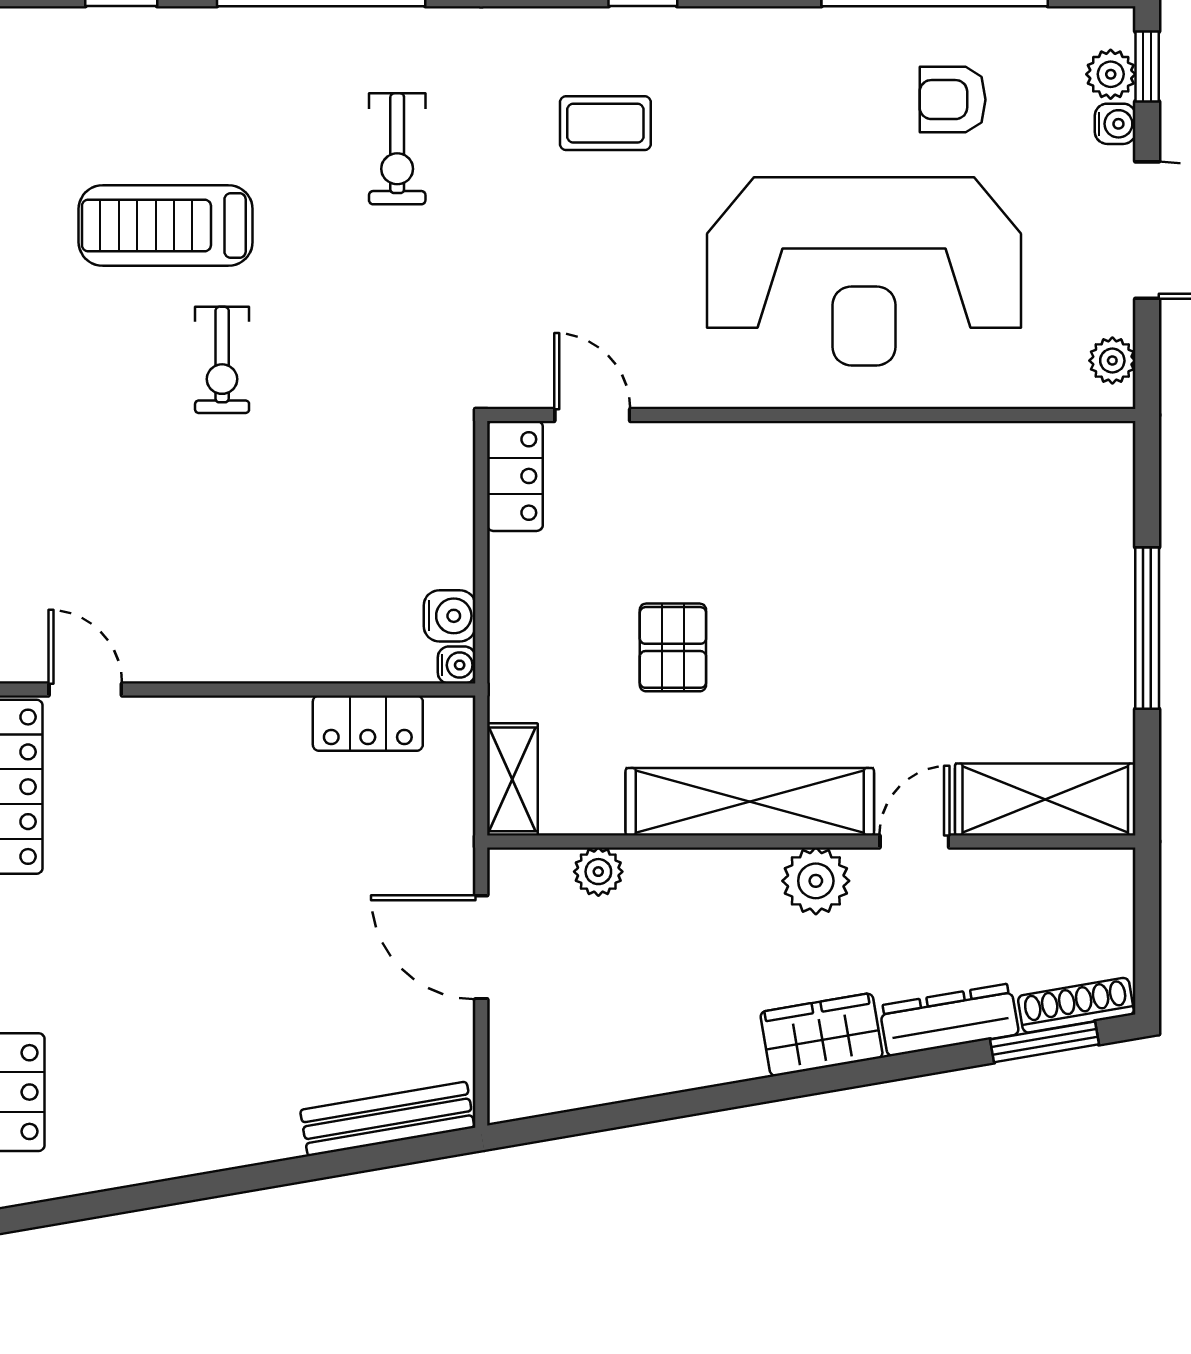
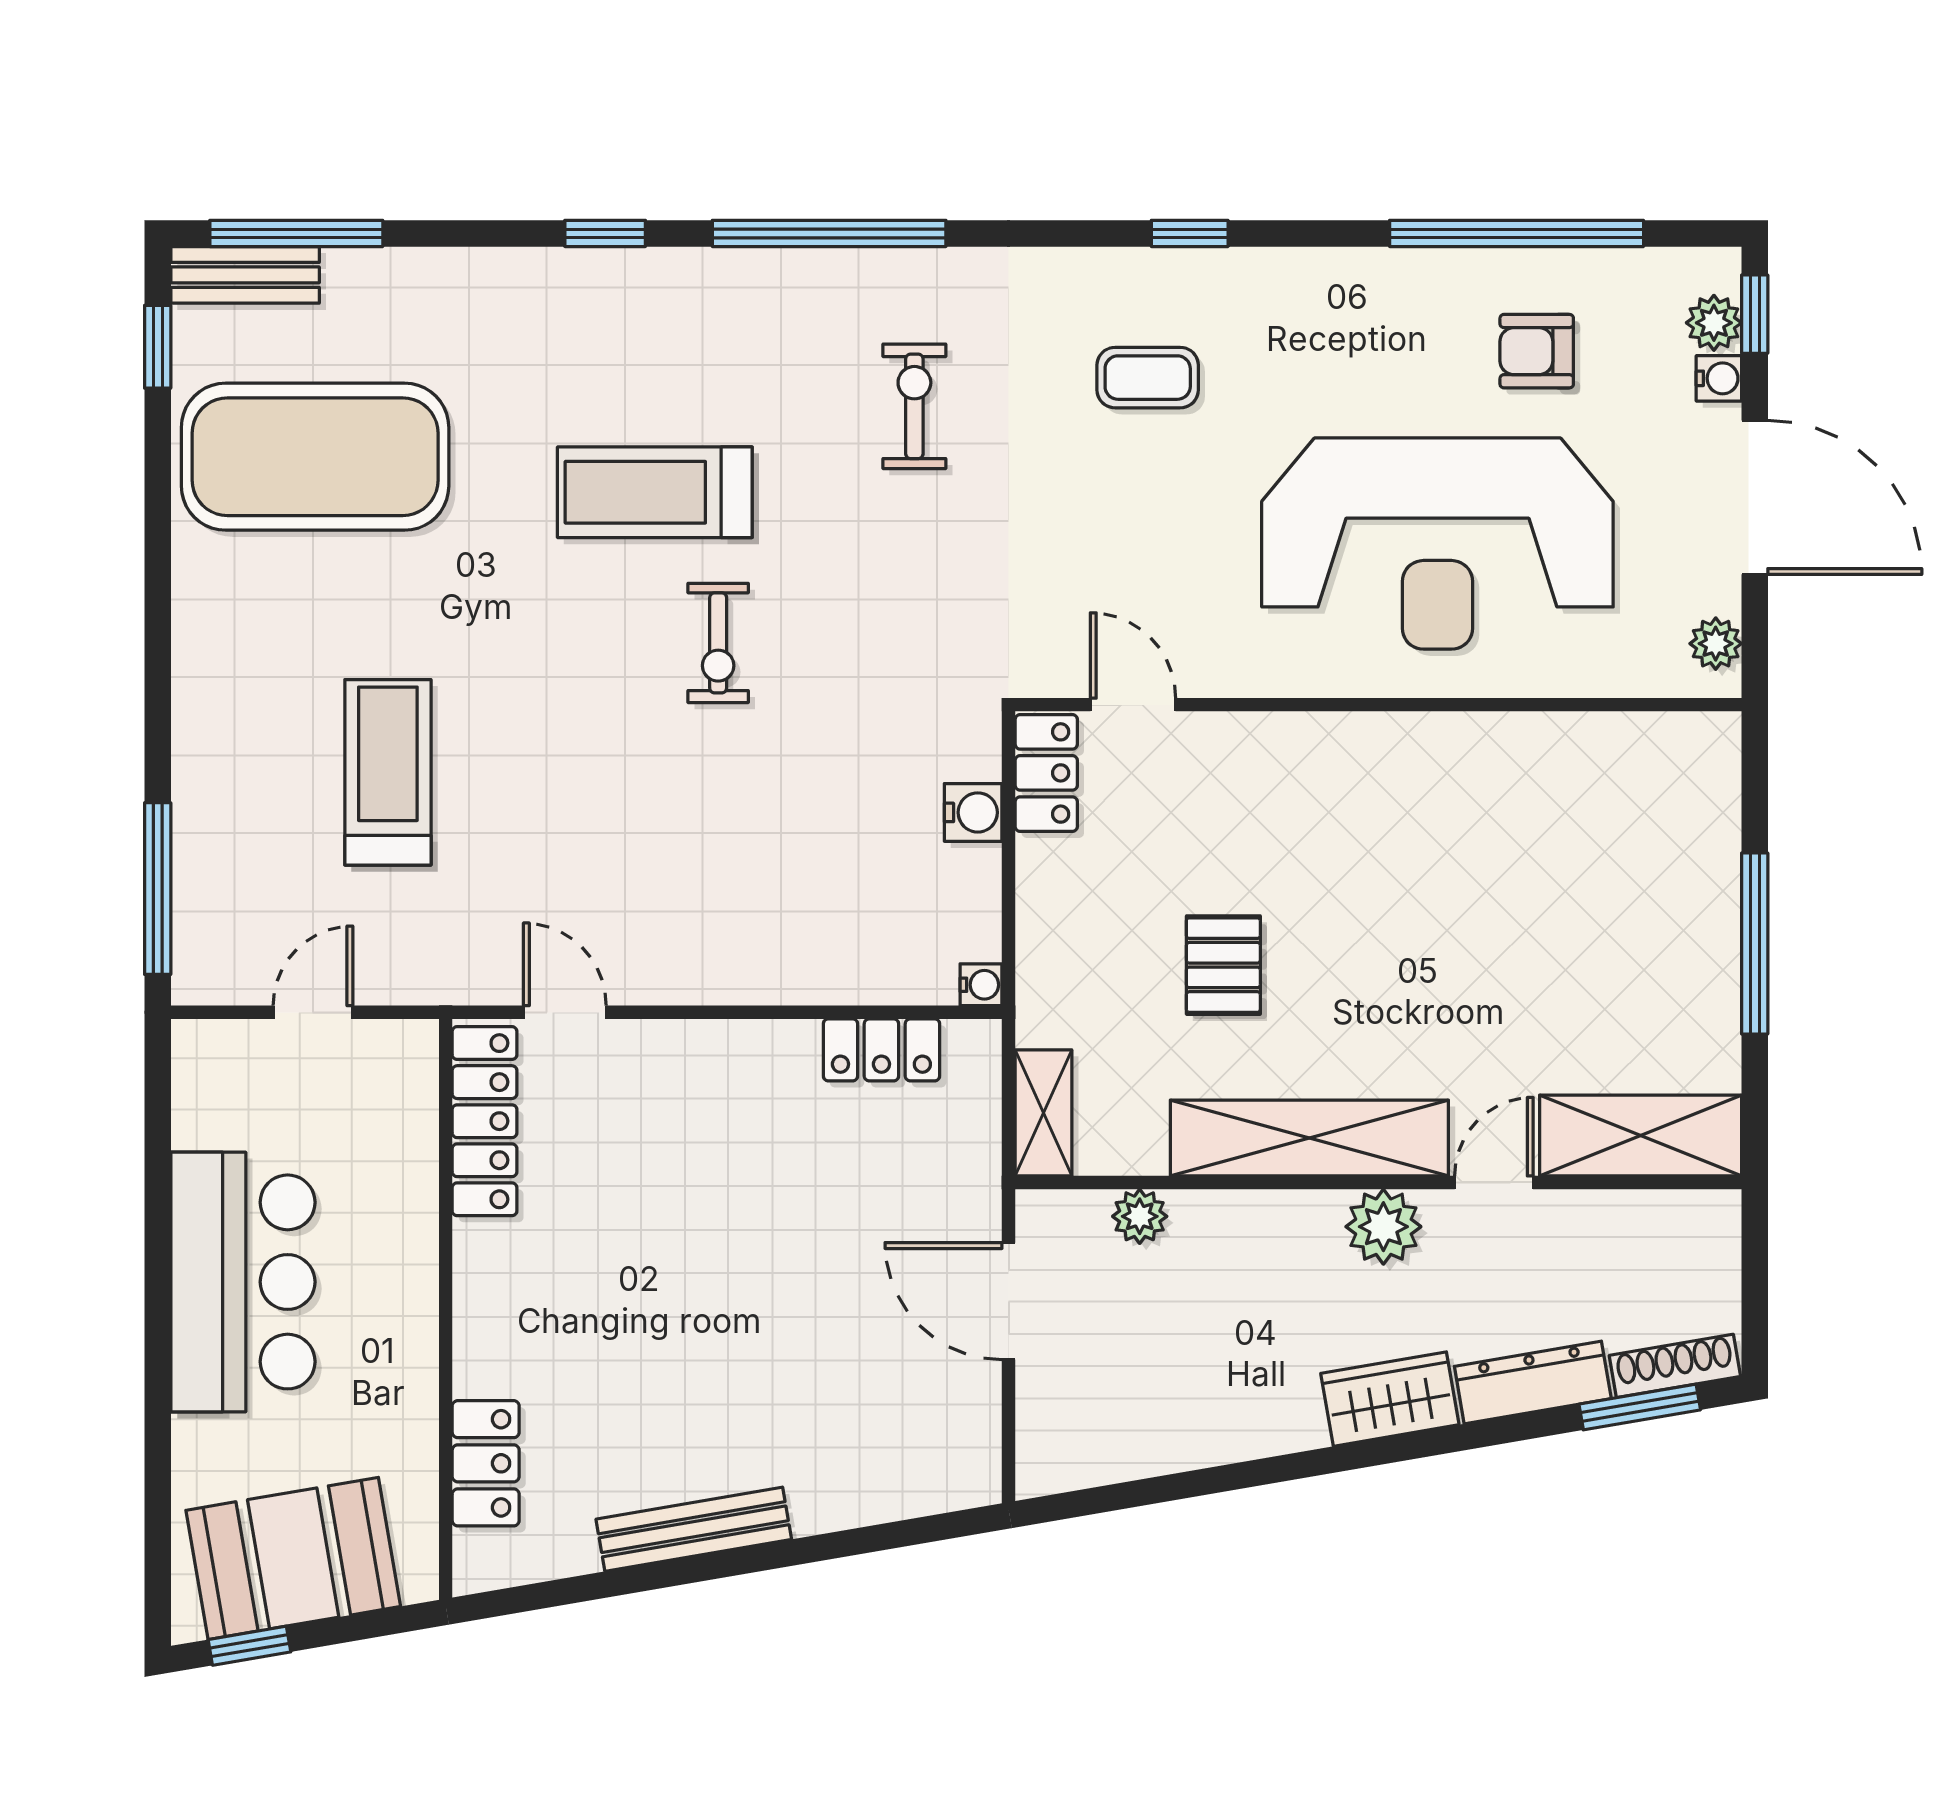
exercise bike: (397, 149) -> (914, 406), turned 180
water cooler: (450, 616) -> (973, 812), moved
bench: (387, 1119) -> (694, 1529), moved

